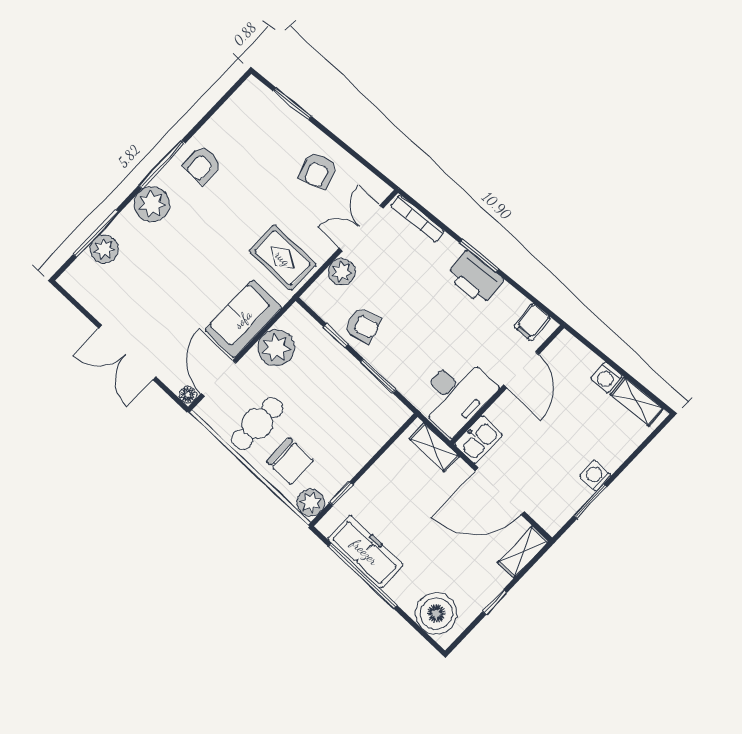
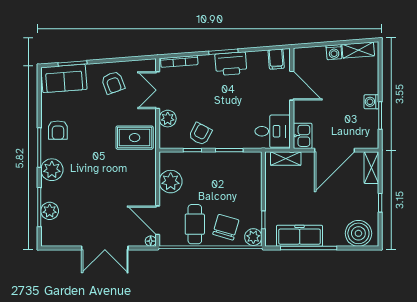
sofa: (243, 319) -> (64, 78), moved, turned -94
armchair: (362, 325) -> (200, 134), turned -45
desk: (456, 395) -> (273, 131), width x0.73
chair: (290, 461) -> (226, 227), turned -74

